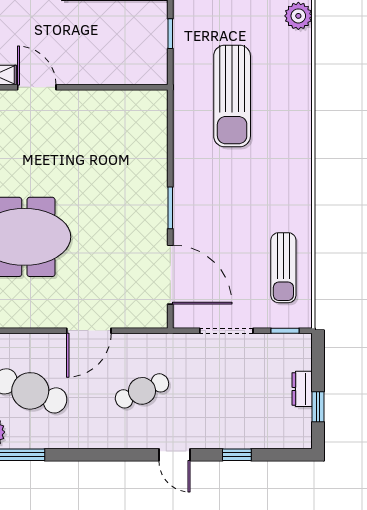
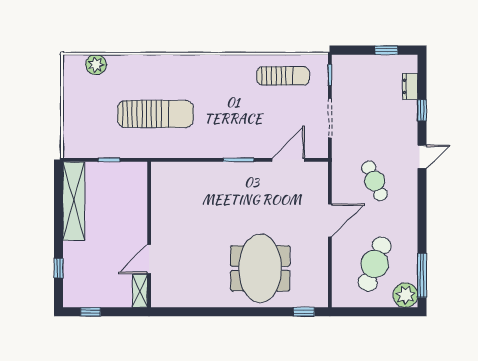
door: (170, 275) -> (288, 160), width x0.73
door: (89, 331) -> (330, 220), hinge flipped
dresser: (302, 389) -> (410, 86), moved, turned 90

